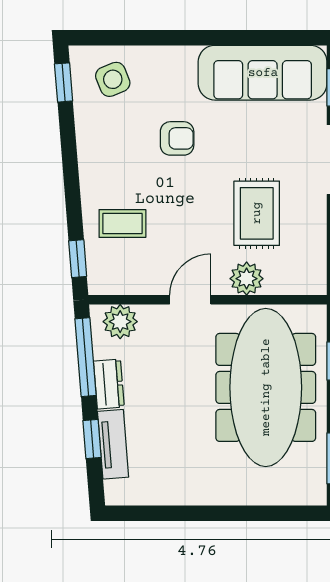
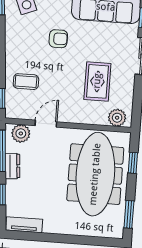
plant: (247, 279) -> (117, 118), moved
door: (190, 300) -> (46, 124), moved
tv unit: (113, 444) -> (24, 225), moved, turned -85

